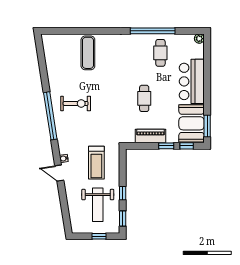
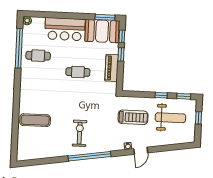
window: (153, 31) -> (19, 48), moved

